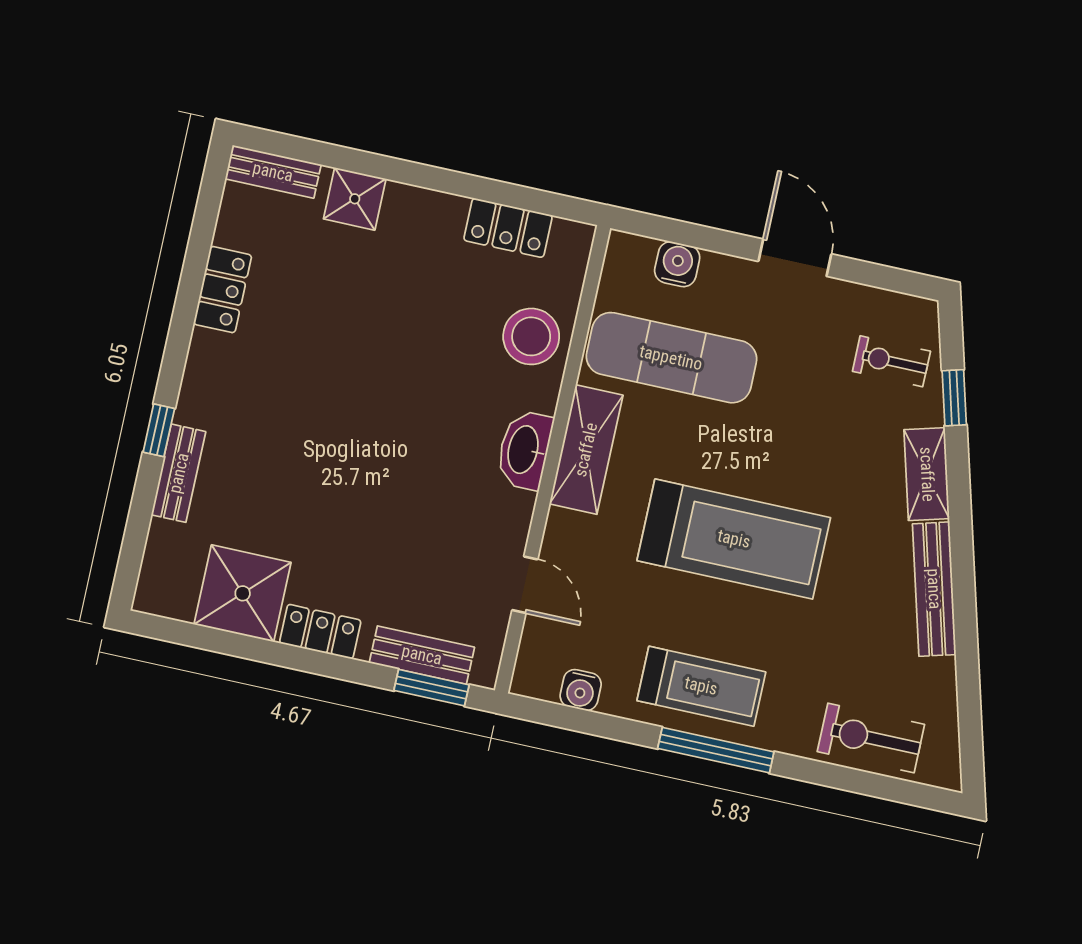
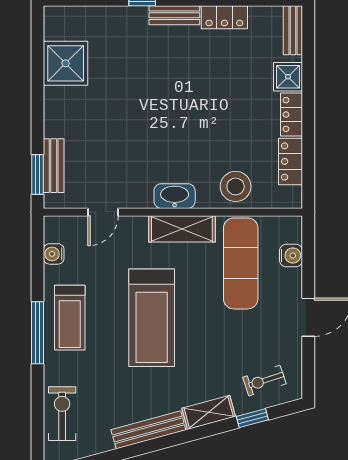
exercise bike: (891, 361) -> (264, 381), turned -108
bench: (179, 473) -> (174, 15), moved
locker: (320, 632) -> (291, 115), moved, turned 180

